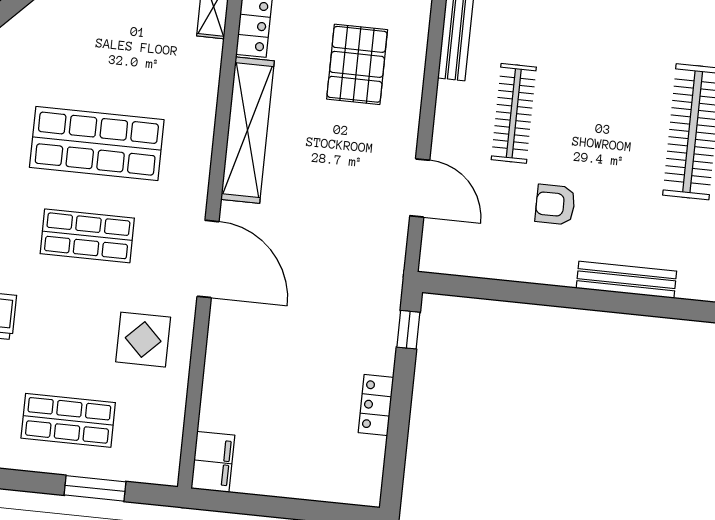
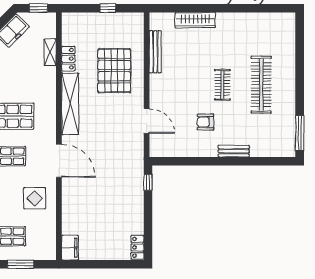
pallet: (357, 64) -> (114, 71), width x1.37, depth x1.41
clothes rail: (514, 113) -> (222, 85), moved, width x0.73
bench: (626, 280) -> (234, 151), width x0.73
locker: (376, 405) -> (137, 247), moved

